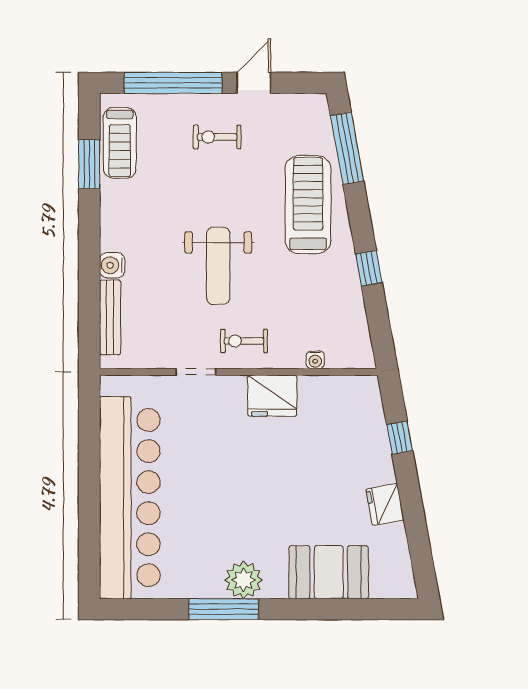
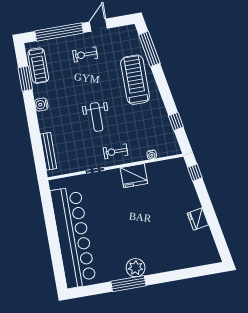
water cooler: (112, 265) -> (41, 104), moved
weight bench: (218, 266) -> (97, 117), width x0.73, depth x0.75
window: (369, 268) -> (176, 121), moved
window: (400, 438) -> (195, 173), moved
booth: (329, 572) -> (176, 257), removed

